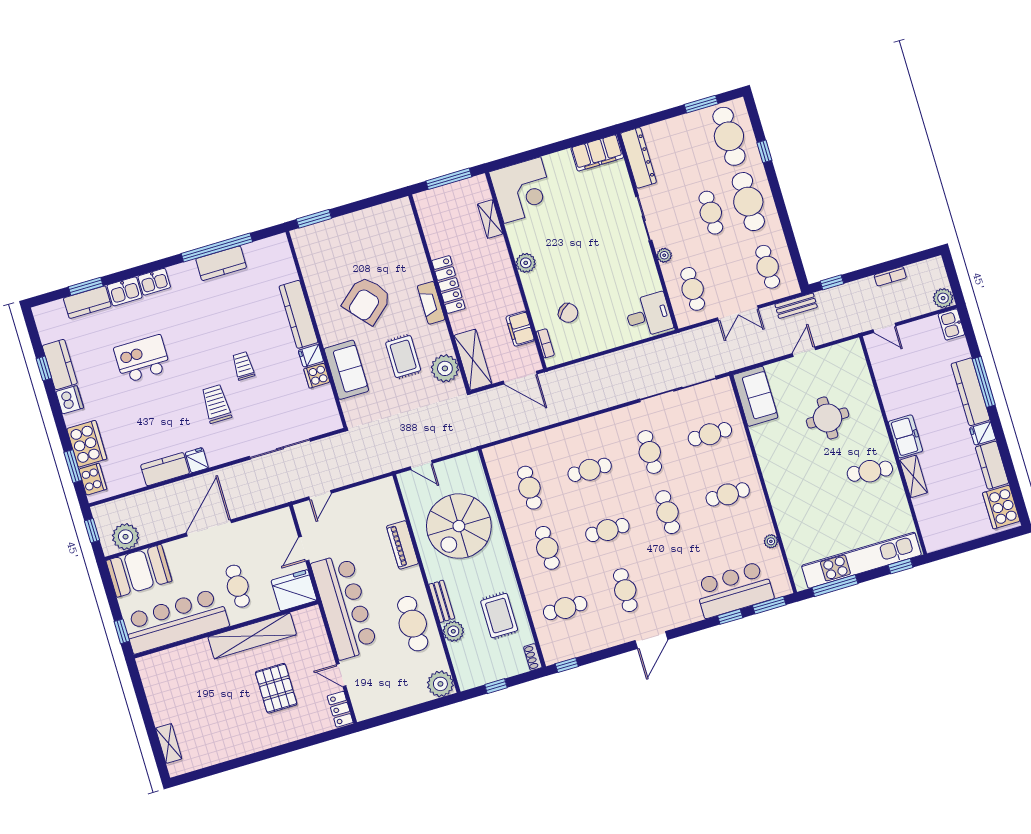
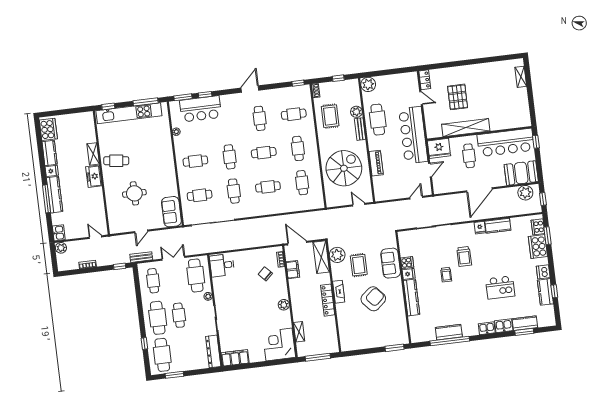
cafe table: (693, 289) -> (196, 275), width x1.37, depth x1.35

